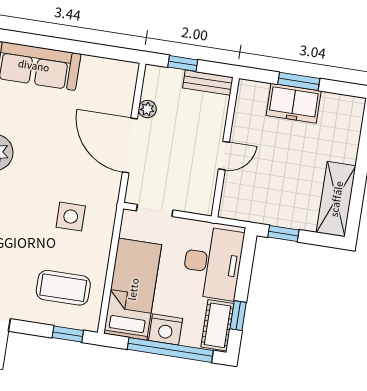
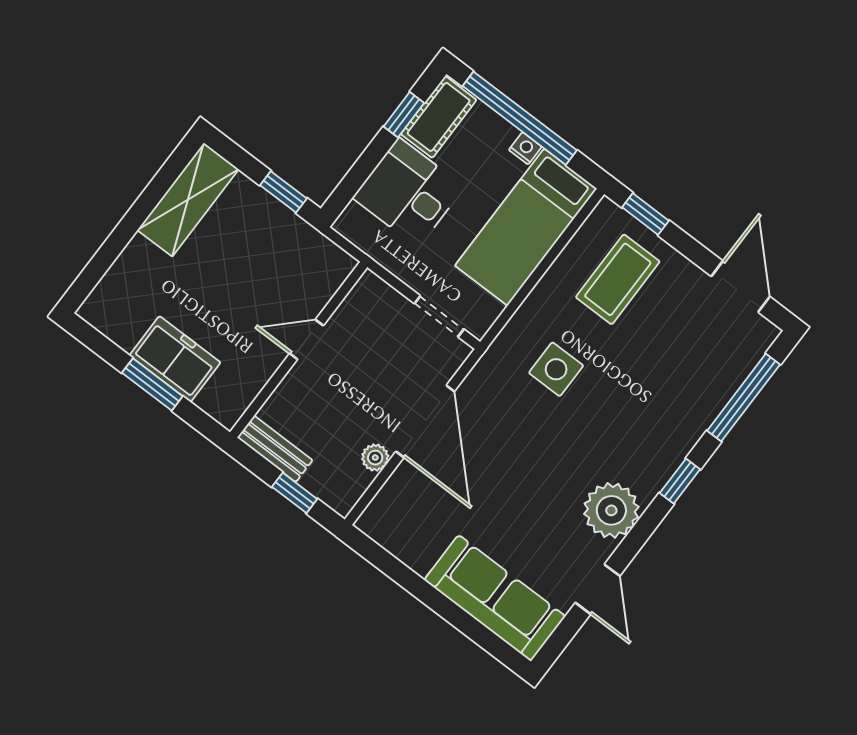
desk: (213, 263) -> (408, 192), width x0.73
coffee table: (63, 288) -> (618, 279), turned 90
nightstand: (166, 329) -> (525, 148), width x0.53, depth x0.56

